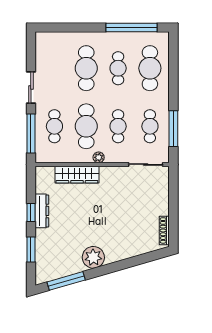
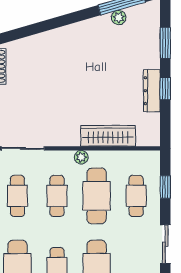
window: (31, 133) -> (165, 187), width x0.46
plant: (93, 257) -> (119, 18), moved, width x0.53, depth x0.53

